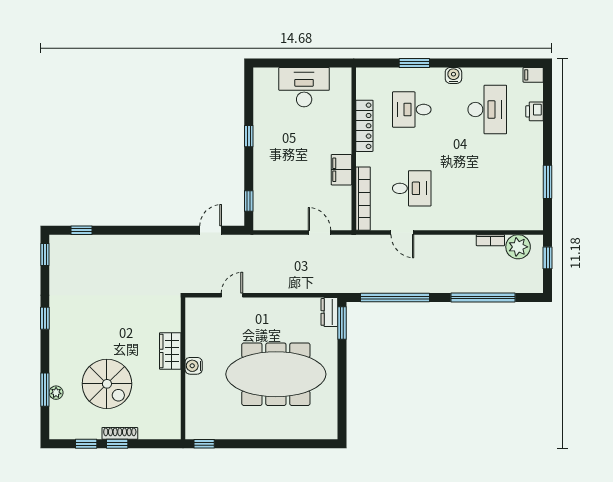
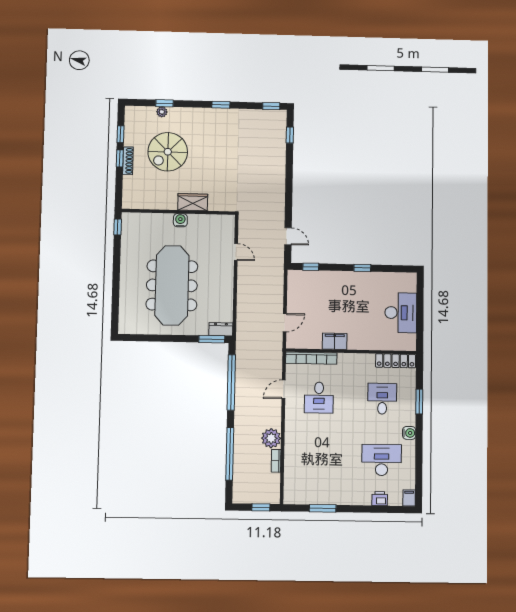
desk: (487, 110) -> (382, 460), turned 180
locker: (364, 126) -> (396, 361), moved
plant: (518, 247) -> (271, 438), moved
window: (45, 390) -> (164, 103), width x0.67

